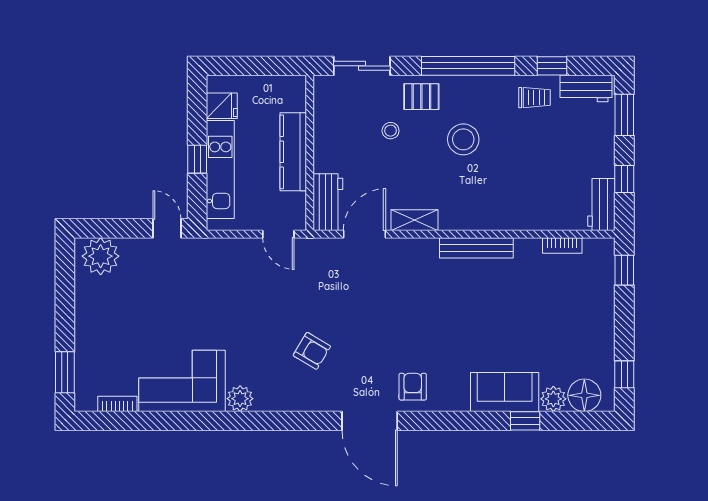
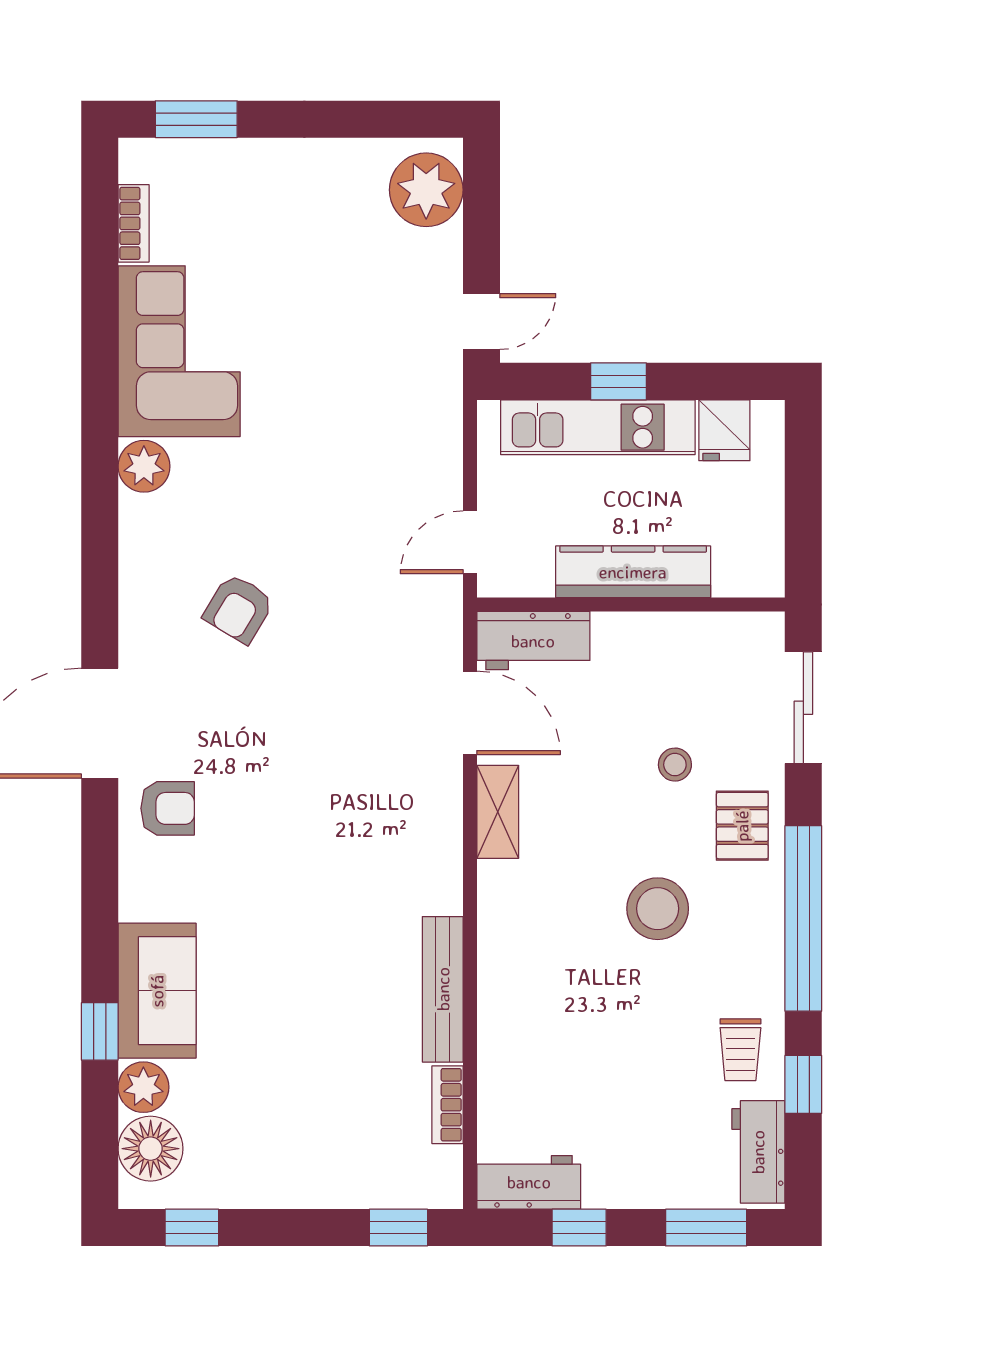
bench: (476, 248) -> (443, 989), moved

